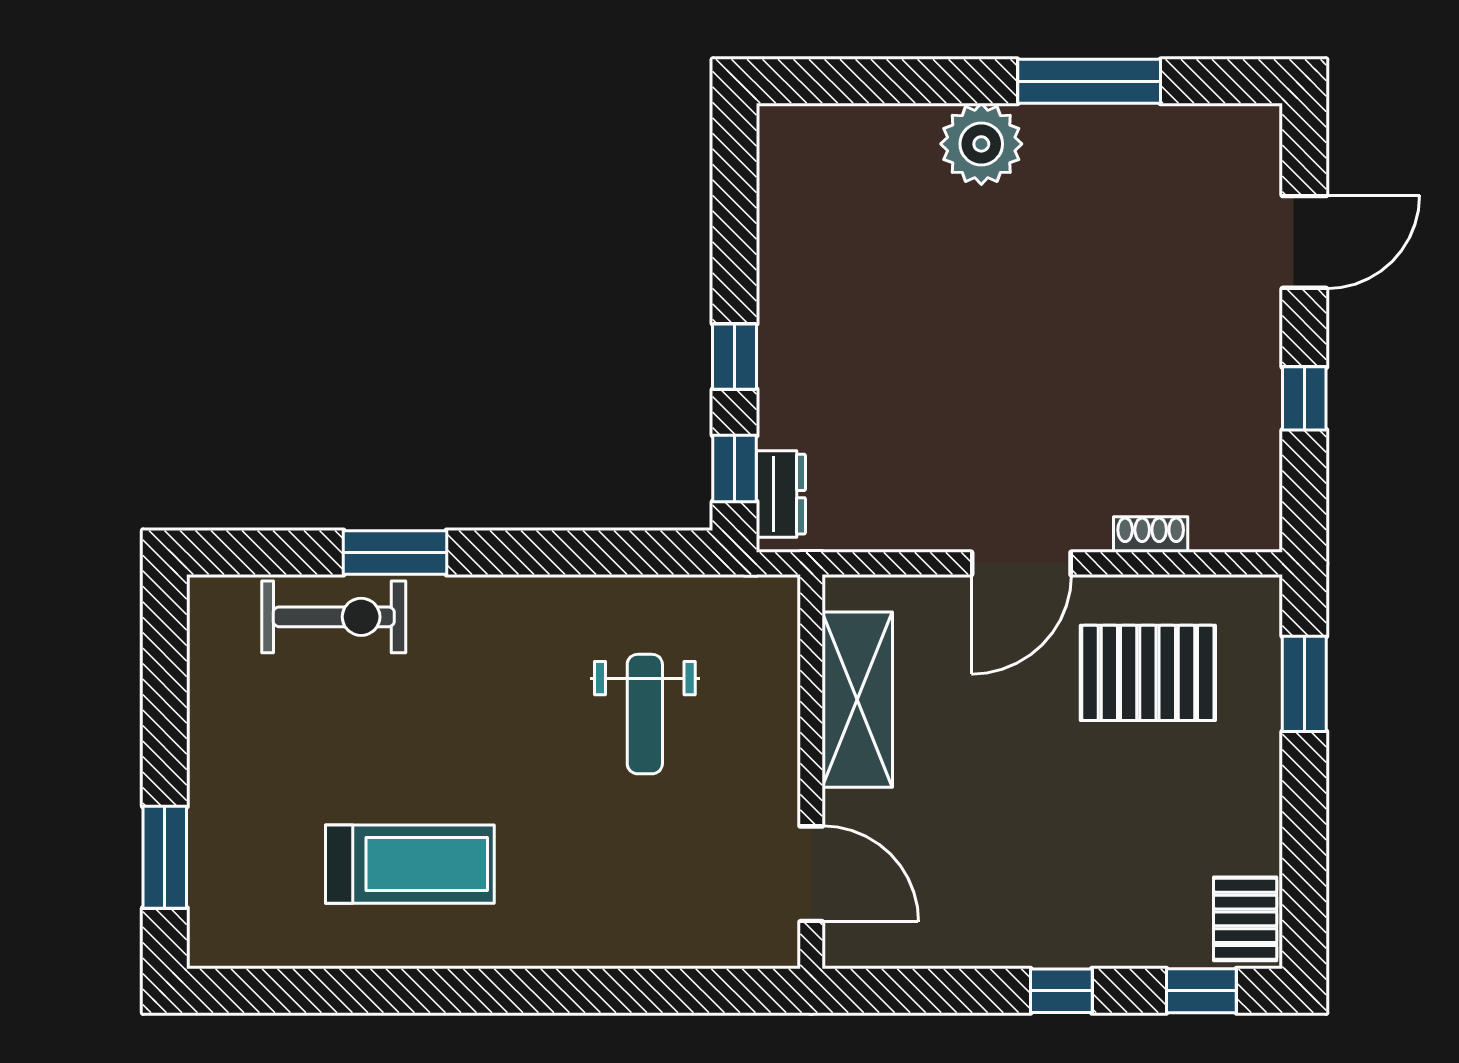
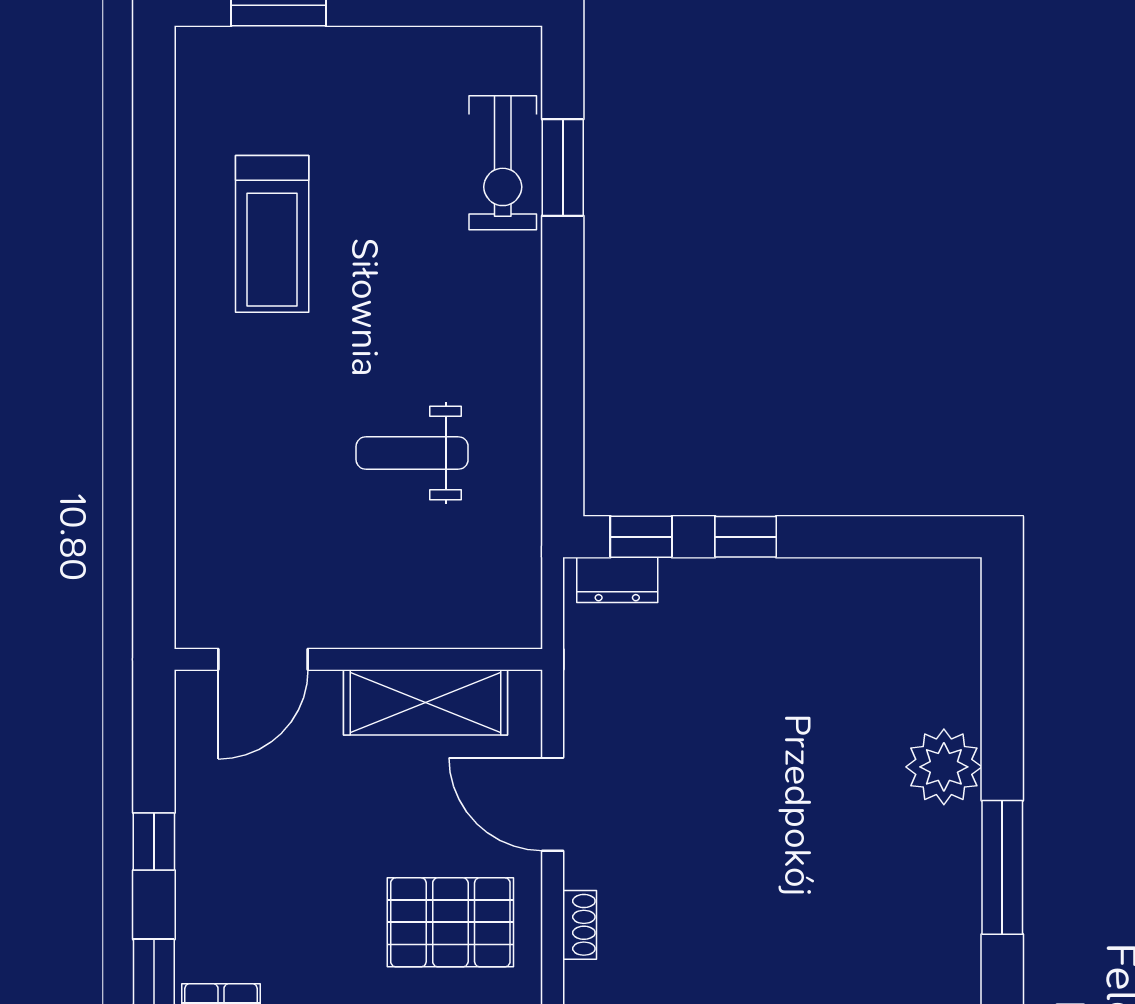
window: (395, 552) -> (563, 168), moved
pallet: (1148, 673) -> (450, 922), turned 90
shelving: (857, 700) -> (425, 702), moved
wall: (811, 772) -> (358, 659), moved
door: (811, 874) -> (263, 659), moved

